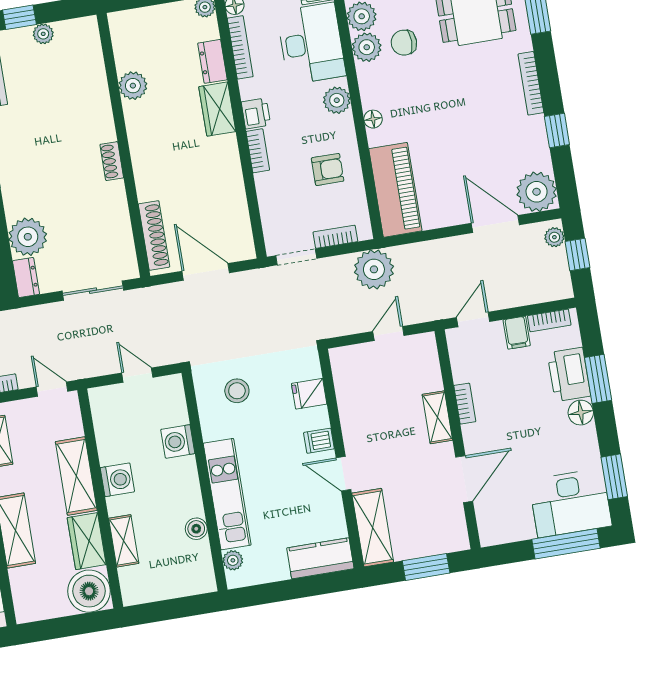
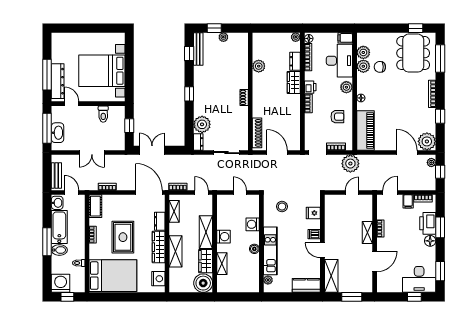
boiler: (196, 529) -> (254, 249), moved
window: (566, 544) -> (414, 297), width x0.46

